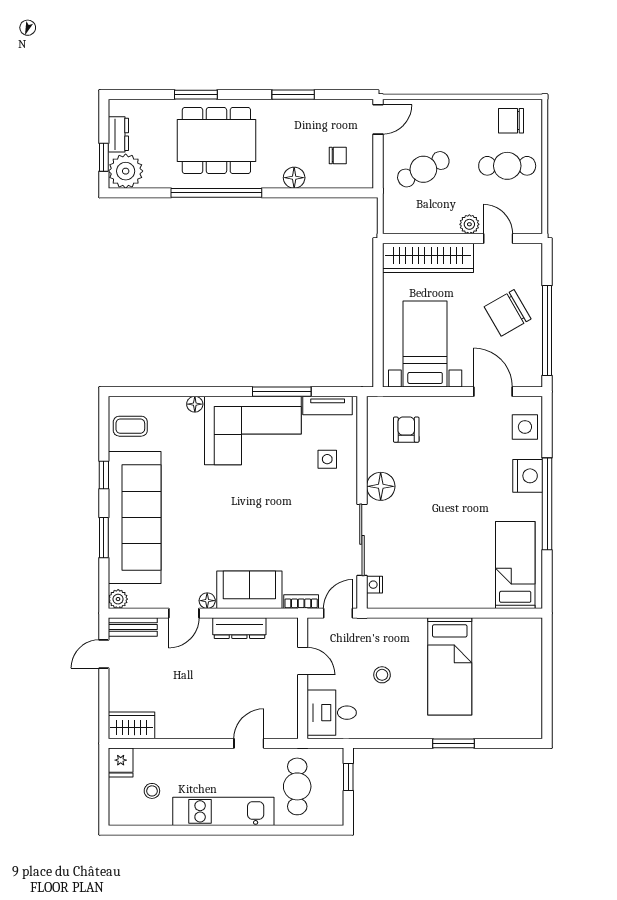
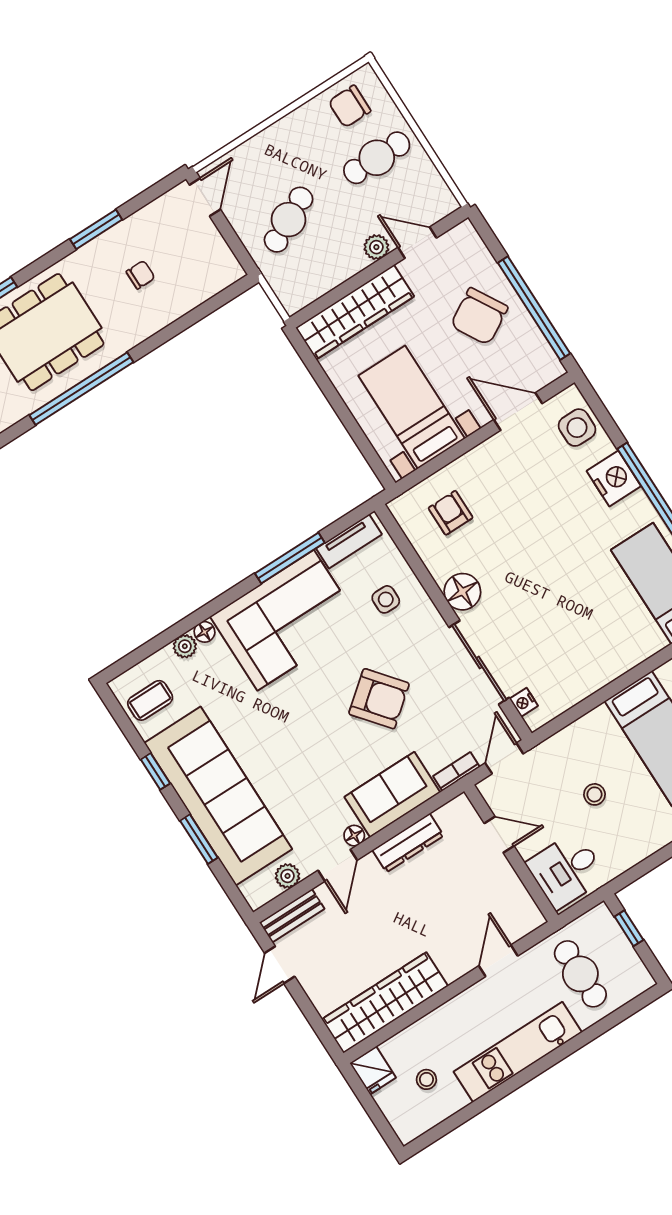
chair: (338, 155) -> (141, 275), moved
floor lamp: (294, 178) -> (155, 318), removed
plant: (176, 405) -> (185, 646), added
armchair: (281, 521) -> (379, 699), added
plant: (118, 599) -> (287, 876), moved
wardrobe: (132, 725) -> (385, 1003), width x2.10, depth x1.17

